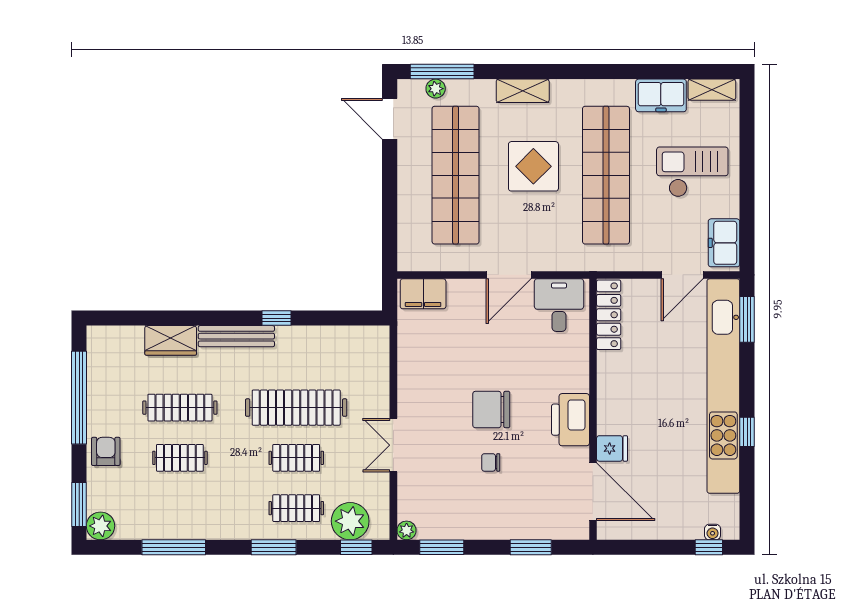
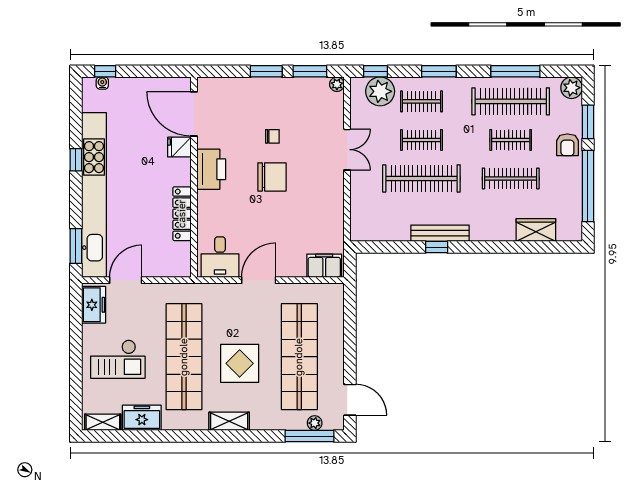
shelving: (523, 91) -> (229, 421), moved
locker: (609, 315) -> (182, 214), moved
bench: (236, 336) -> (440, 233), moved
wardrobe: (171, 340) -> (536, 230), moved
window: (79, 504) -> (588, 122), moved
clothes rail: (180, 508) -> (511, 101), added
window: (531, 547) -> (266, 71), moved

